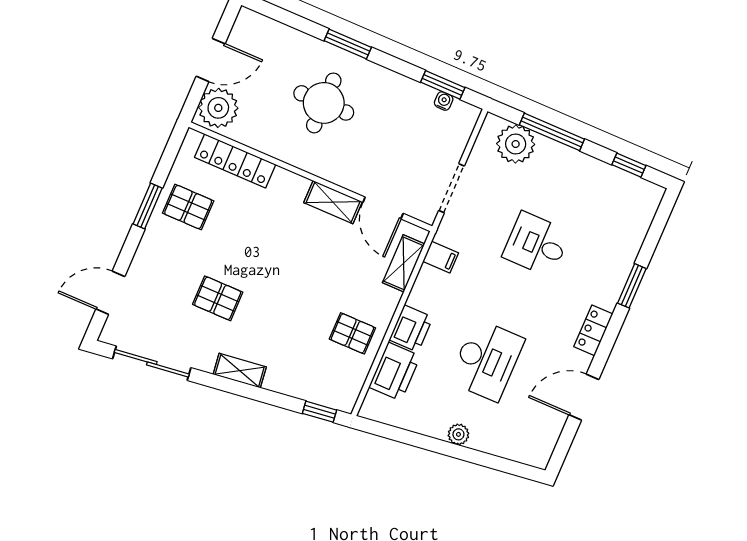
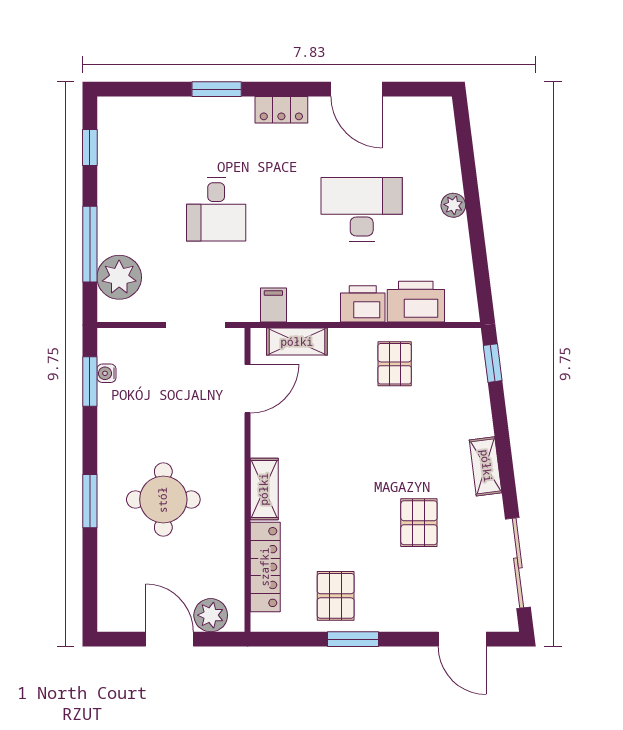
plant: (218, 108) -> (211, 615), width x0.73, depth x0.73
shelving: (333, 202) -> (264, 489), moved

